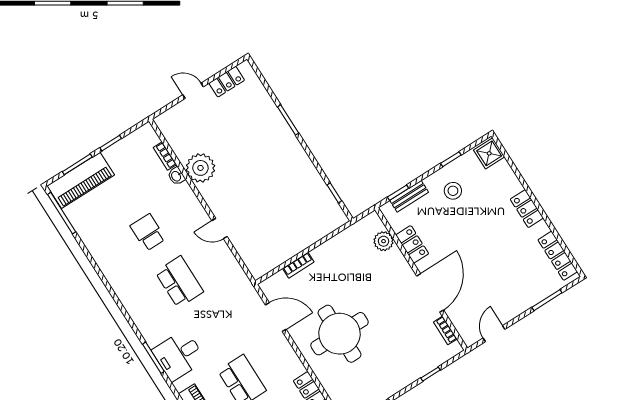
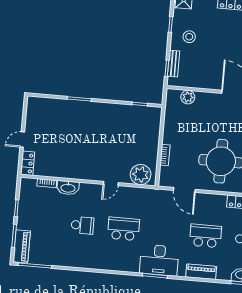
locker: (227, 82) -> (28, 163), moved
plant: (200, 168) -> (141, 175), moved
washbasin: (176, 176) -> (68, 188), width x1.91, depth x1.45
piano: (81, 180) -> (22, 246), width x0.73, depth x0.75
school desk: (148, 232) -> (82, 225), turned 180
locker: (412, 244) -> (202, 82), removed
door: (276, 317) -> (184, 190), swing flipped
desk: (179, 355) -> (159, 260), width x1.37

